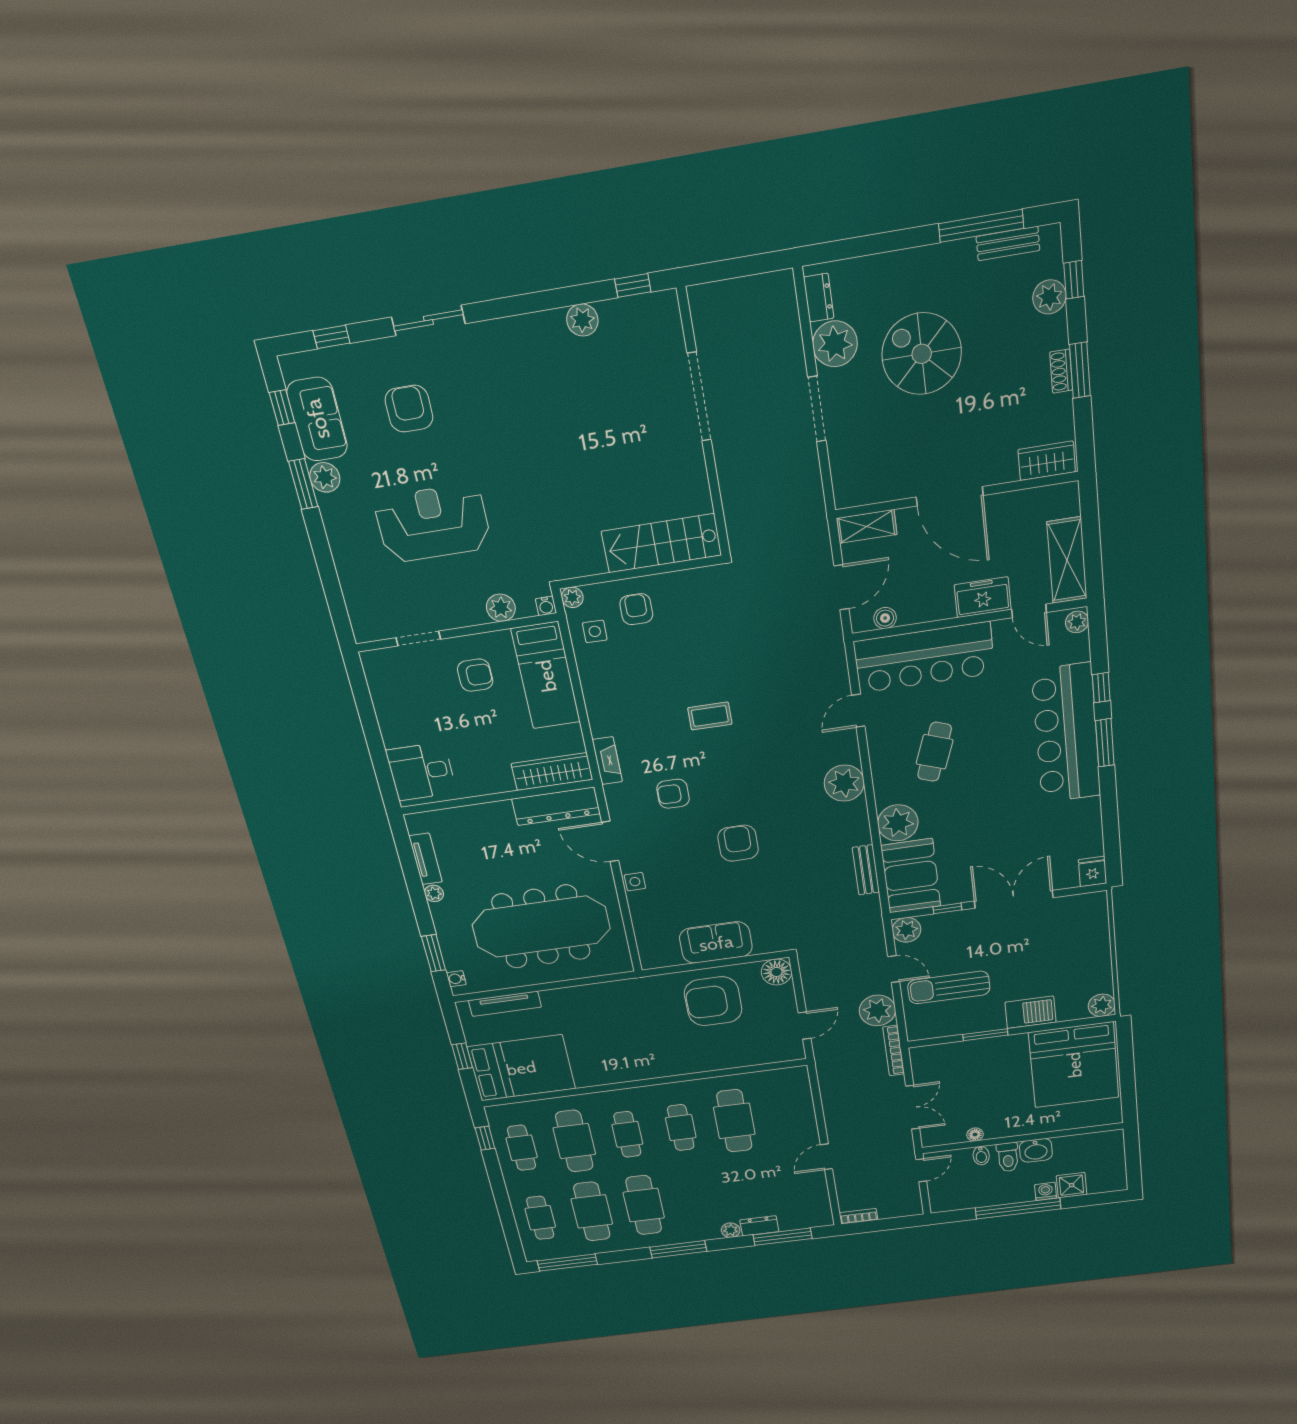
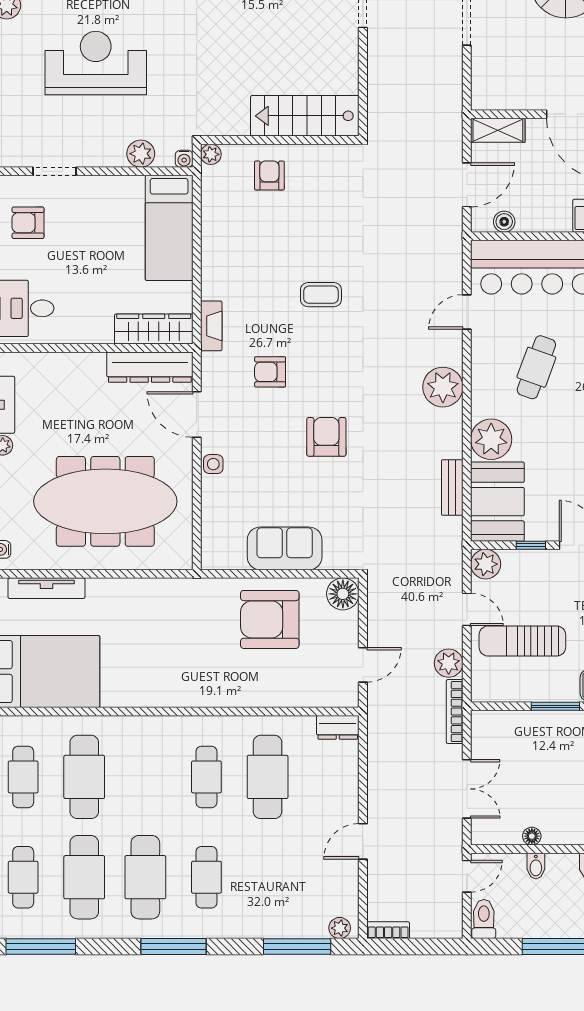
side table: (595, 631) -> (225, 191), removed
armchair: (475, 675) -> (28, 223), moved, turned 180
plant: (877, 1010) -> (449, 663), width x0.73, depth x0.73
cafe table: (627, 1134) -> (206, 877), moved
toilet: (1008, 1157) -> (484, 919), moved, turned 180
dresser: (759, 1226) -> (338, 727), moved, turned 180
plant: (731, 1230) -> (340, 928), moved

